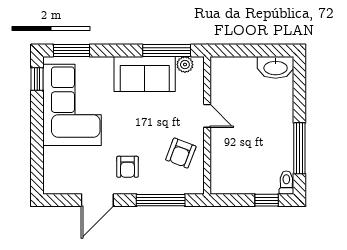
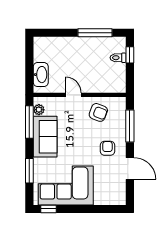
window: (71, 50) -> (29, 171), moved
washbasin: (276, 67) -> (41, 75), moved
door: (207, 116) -> (73, 95), hinge flipped
armchair: (128, 167) -> (107, 148), turned -90
toilet: (286, 183) -> (118, 58), moved

